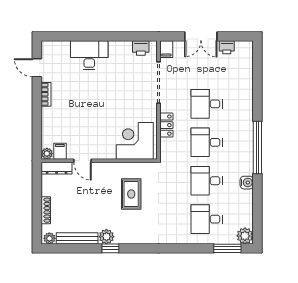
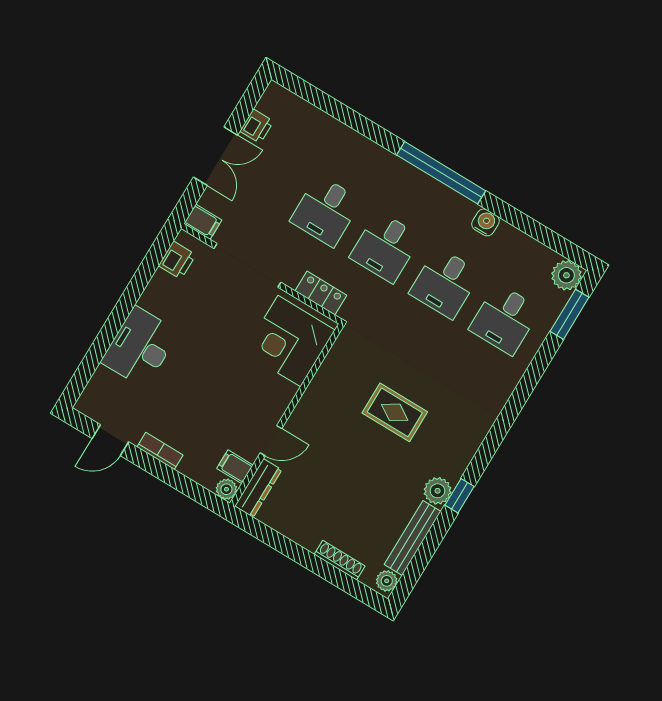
corner desk: (135, 141) -> (289, 341), moved
filing cabinet: (60, 151) -> (235, 467), moved
plant: (47, 154) -> (226, 489), moved
door: (83, 161) -> (271, 441), moved
wall: (99, 161) -> (287, 415), moved
dresser: (57, 168) -> (258, 488), moved

